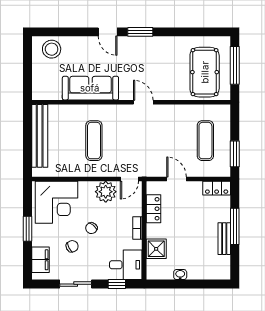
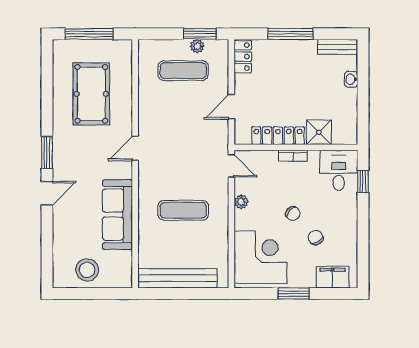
stool: (52, 49) -> (87, 270), moved
pool table: (205, 72) -> (91, 94), moved, turned 90
plant: (225, 152) -> (197, 46), added
plant: (106, 192) -> (241, 202), width x0.53, depth x0.53
locker: (153, 209) -> (278, 136), width x1.53
bench: (224, 239) -> (338, 47), moved
washbasin: (180, 275) -> (351, 79), moved
sliding door: (76, 284) -> (363, 233), removed

